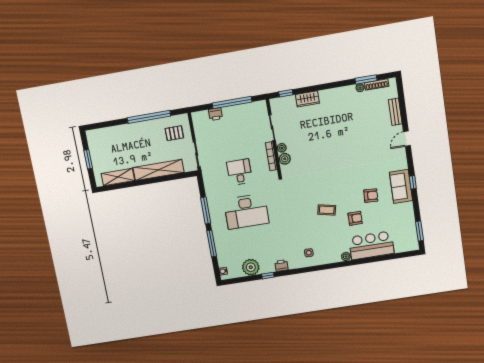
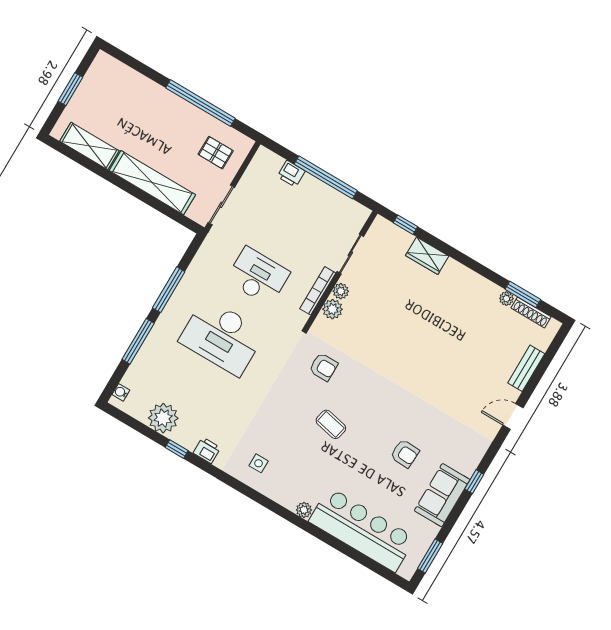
desk: (239, 172) -> (258, 276), width x1.37
sofa: (401, 186) -> (442, 495), moved
armchair: (355, 218) -> (323, 367), moved
bar counter: (371, 245) -> (362, 530), width x1.36

